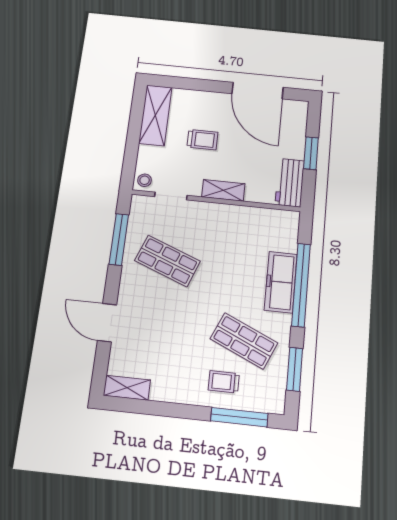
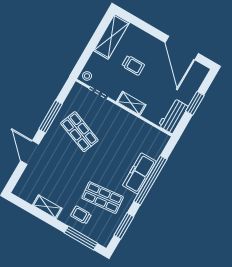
window: (119, 239) -> (50, 117), moved
shop shelf: (244, 341) -> (103, 198), turned -30
shelving: (127, 388) -> (47, 207), moved

